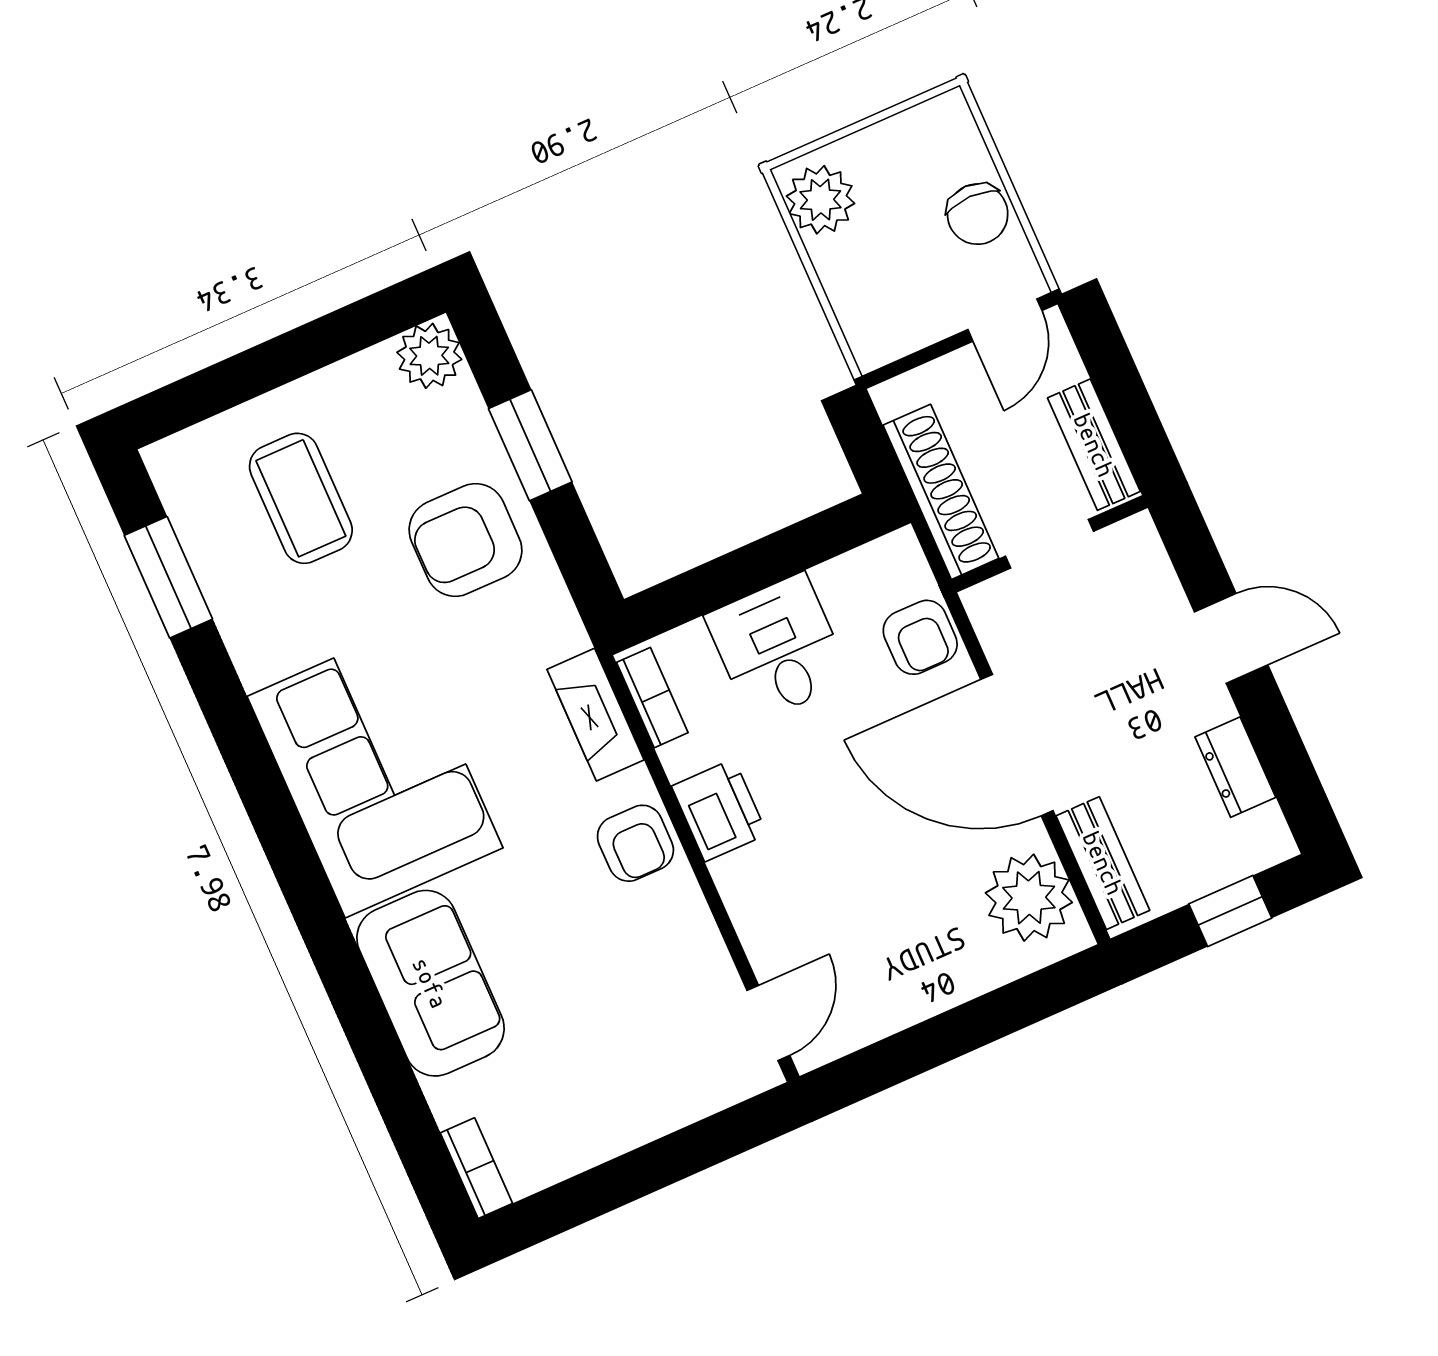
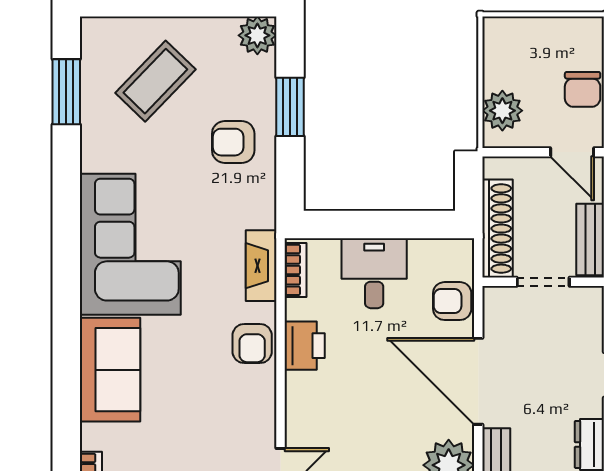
plant: (821, 200) -> (502, 111), moved
door: (1005, 320) -> (572, 152), hinge flipped
coffee table: (301, 498) -> (155, 81), turned 44
armchair: (465, 540) -> (233, 142), width x0.72, depth x0.72
armchair: (920, 637) -> (452, 301), turned 90

